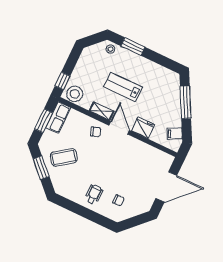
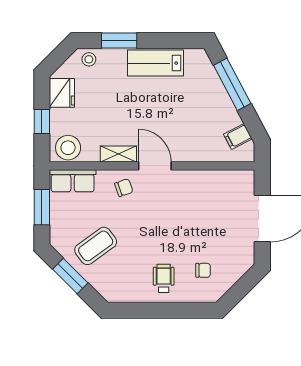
window: (62, 81) -> (42, 121), moved
lab bench: (123, 87) -> (155, 63), moved
row of seats: (58, 118) -> (73, 181), moved, turned 90
fridge: (143, 128) -> (62, 93), moved, turned 90

